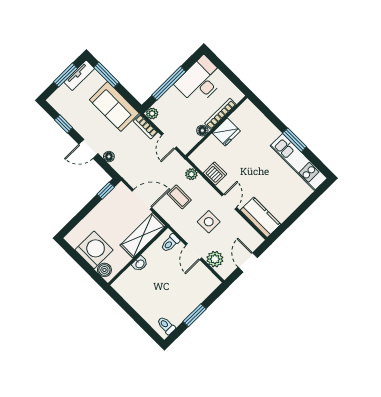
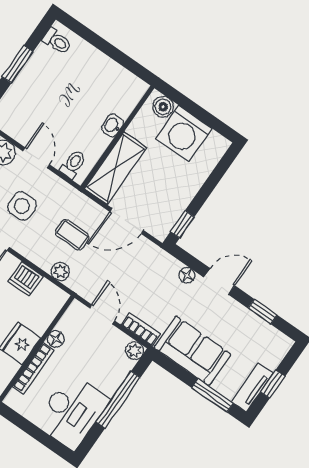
window: (66, 75) -> (273, 384), width x0.67

